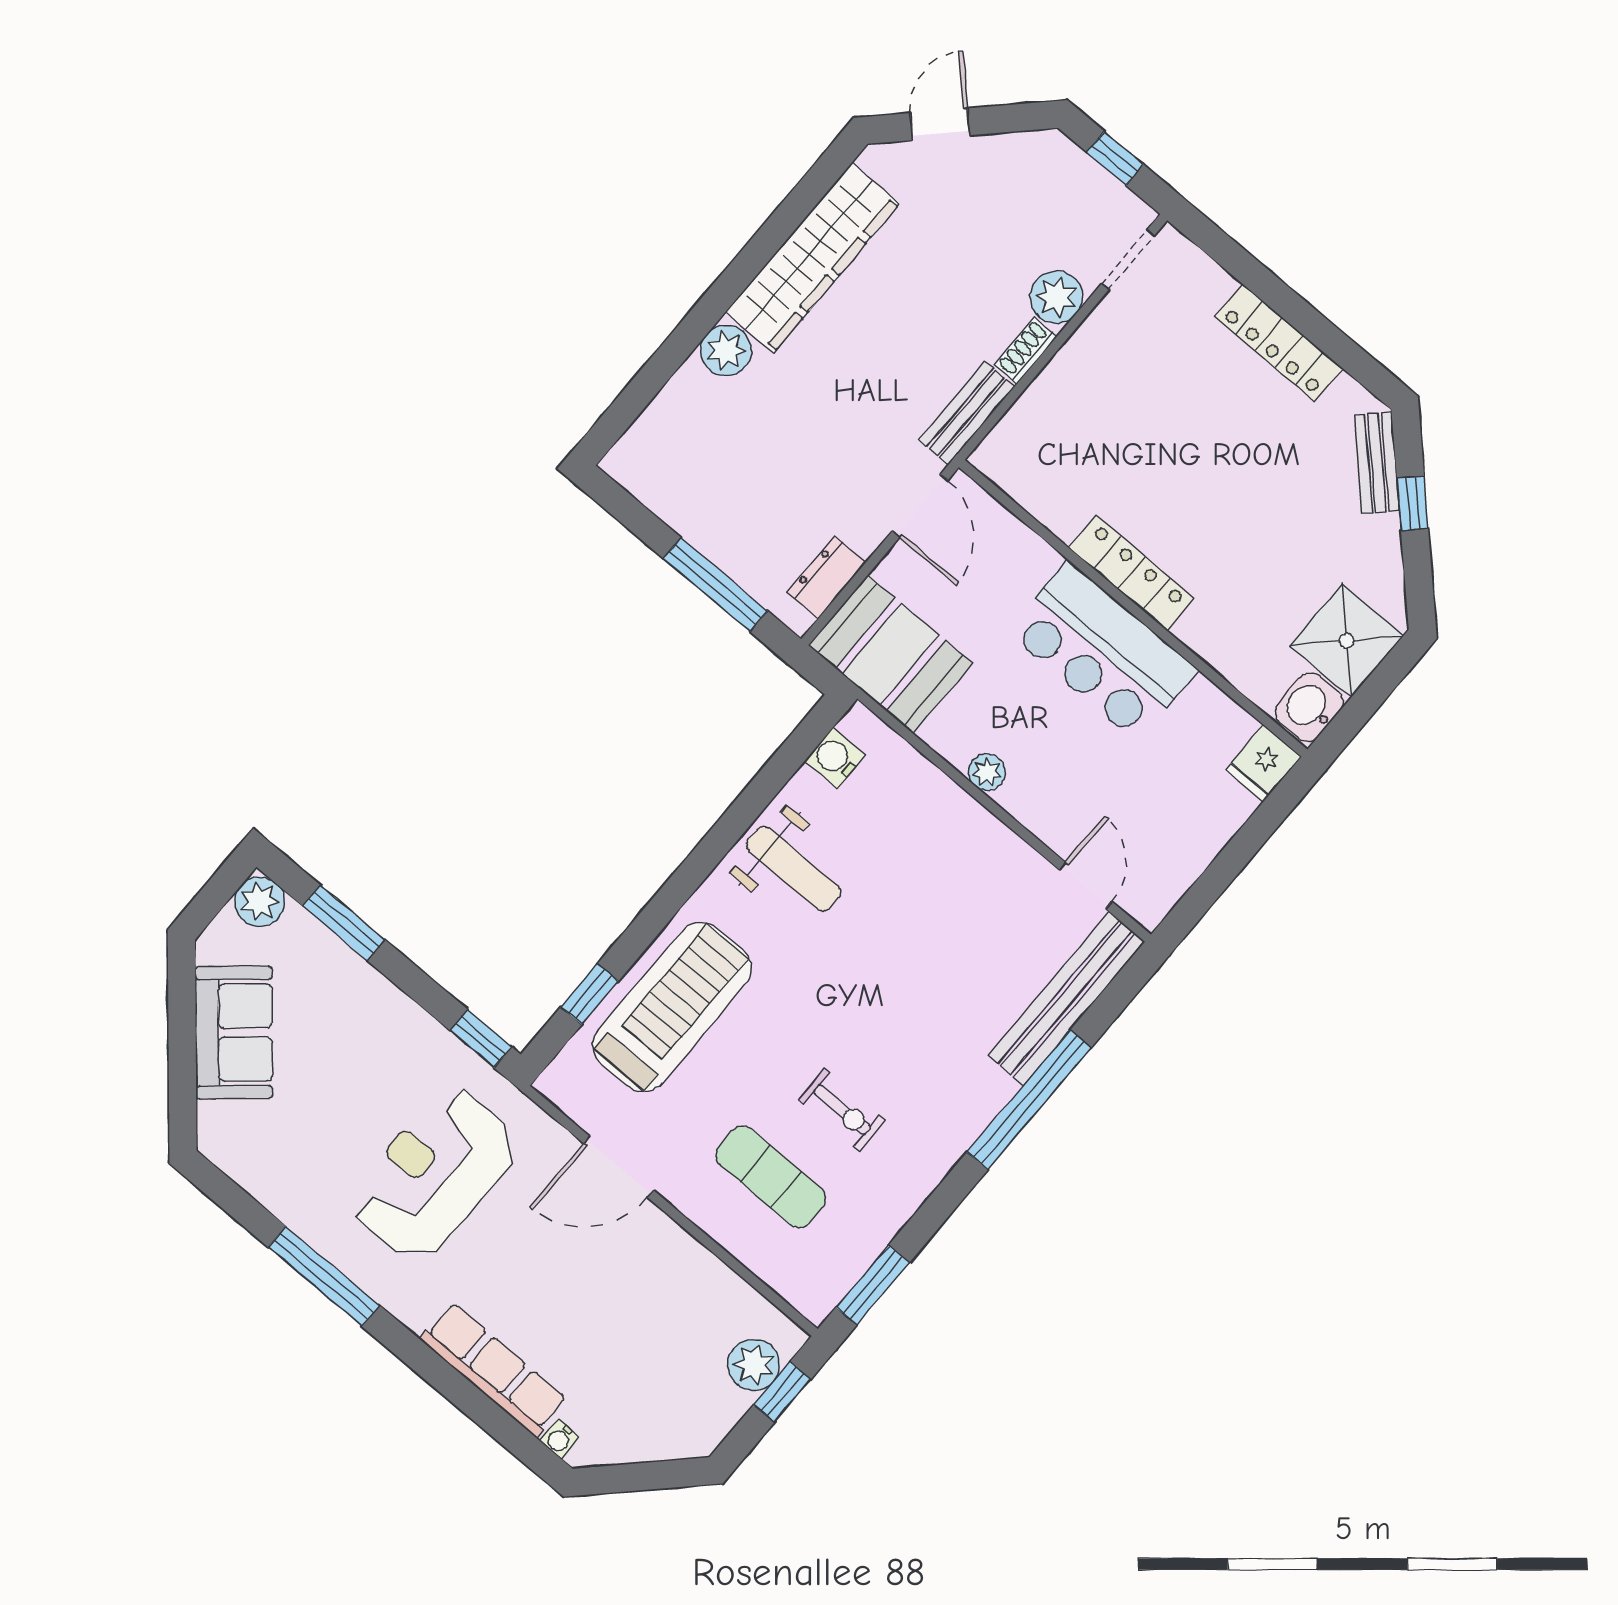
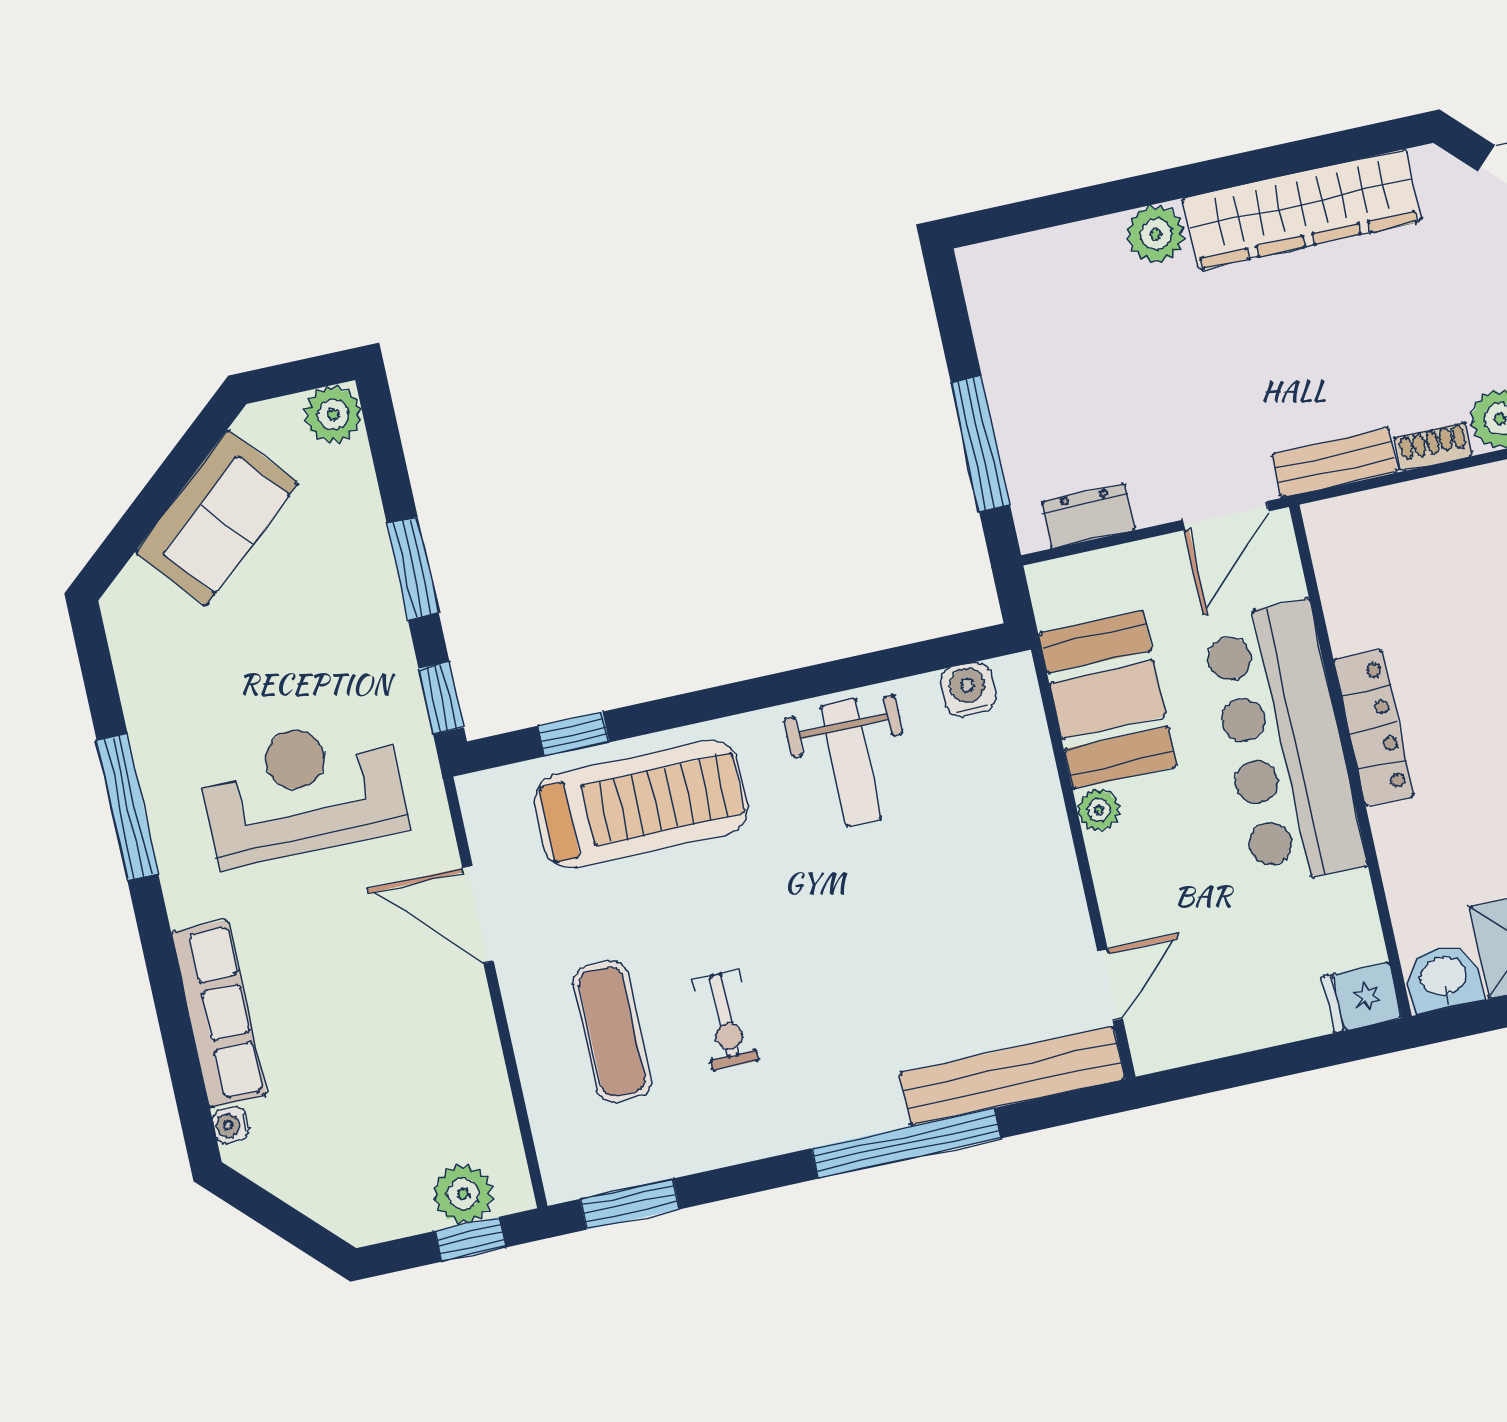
bar counter: (1102, 651) -> (1284, 744), width x1.36
booth: (890, 654) -> (1108, 700), moved
window: (344, 923) -> (413, 568), moved

